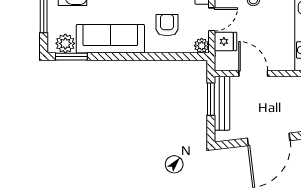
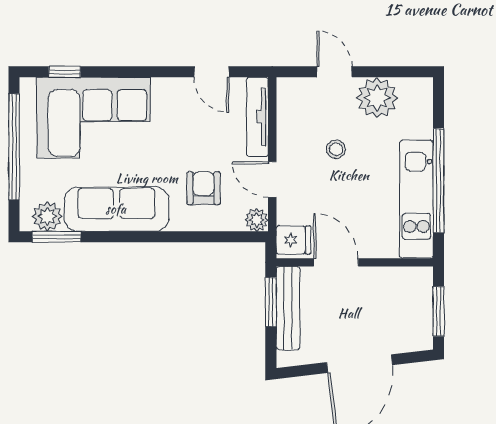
door: (212, 19) -> (272, 179), swing flipped
fridge: (226, 41) -> (293, 240), moved

